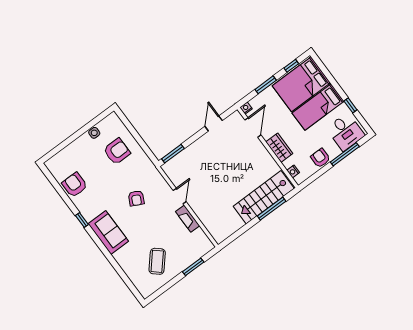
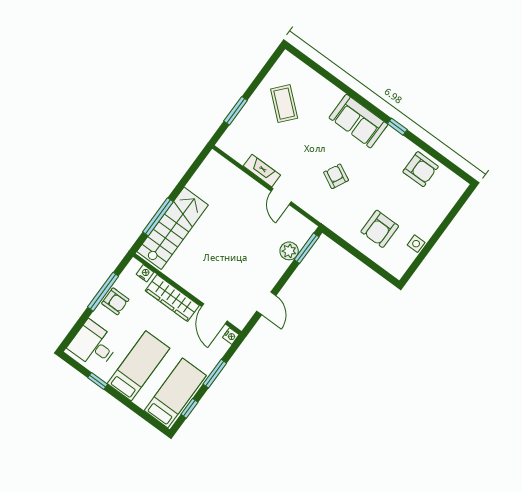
bed: (301, 84) -> (175, 393), width x0.67
wardrobe: (279, 148) -> (172, 298), width x1.50
window: (345, 154) -> (103, 292), moved
plant: (186, 156) -> (289, 251), added

